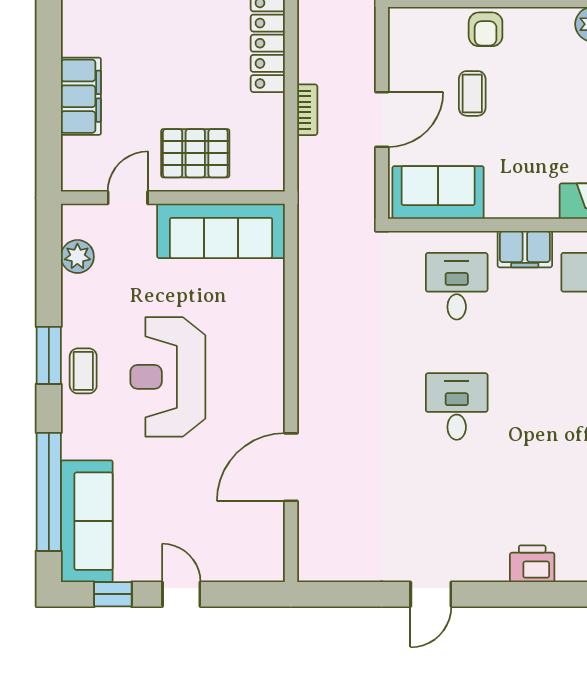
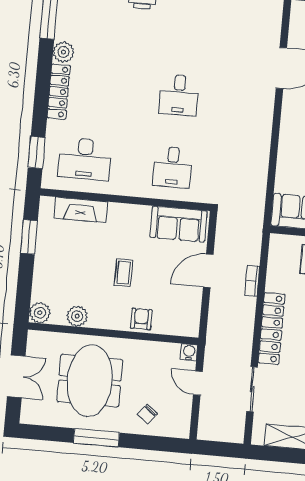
coffee table: (472, 93) -> (123, 273), moved
filing cabinet: (525, 249) -> (130, 186), removed

